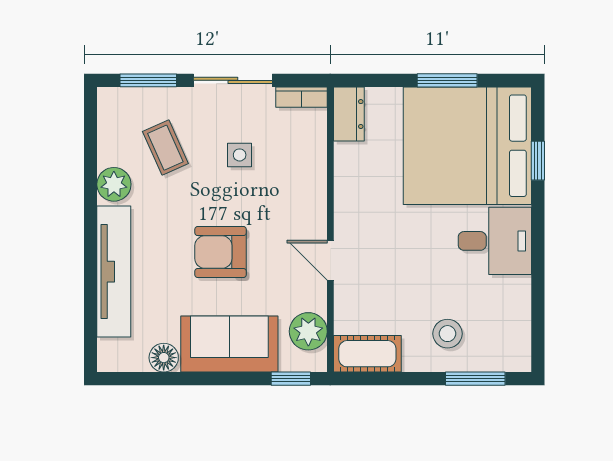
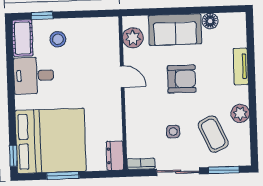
coffee table: (165, 148) -> (213, 134), width x1.36, depth x1.30
window: (538, 161) -> (13, 156), moved
desk: (495, 241) -> (34, 75), moved
tv unit: (114, 272) -> (241, 66), width x0.52, depth x0.78
cot: (367, 354) -> (23, 38), moved, turned 90
window: (291, 379) -> (141, 12), removed
window: (475, 379) -> (42, 16), width x0.67

